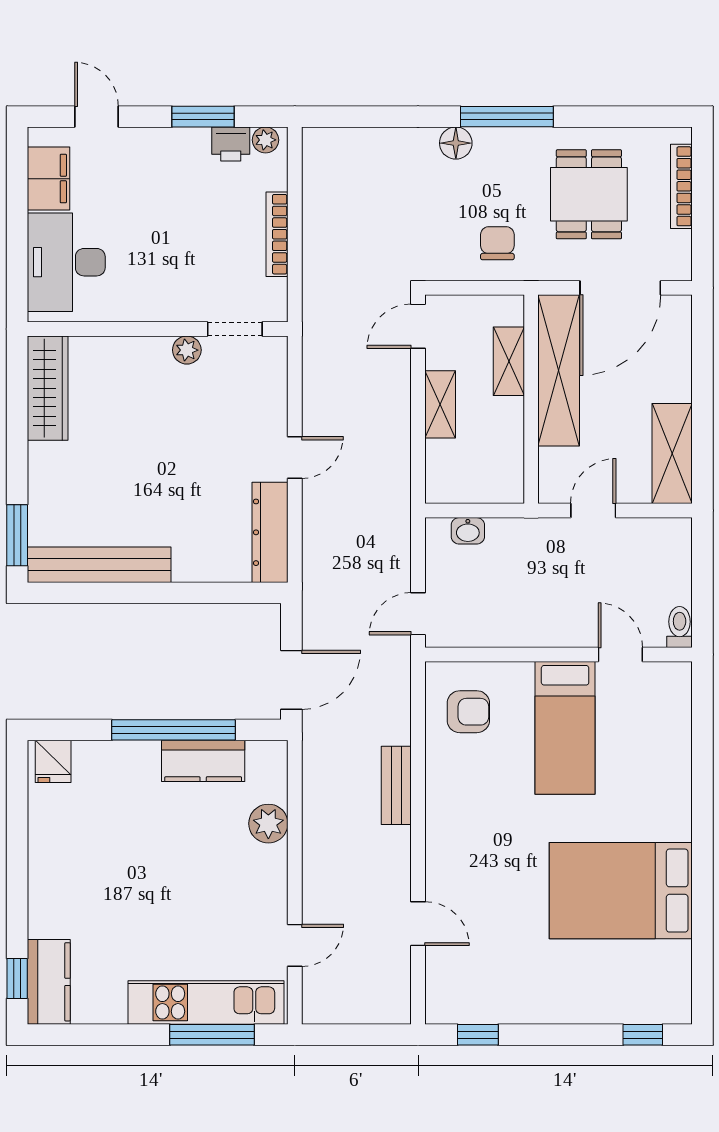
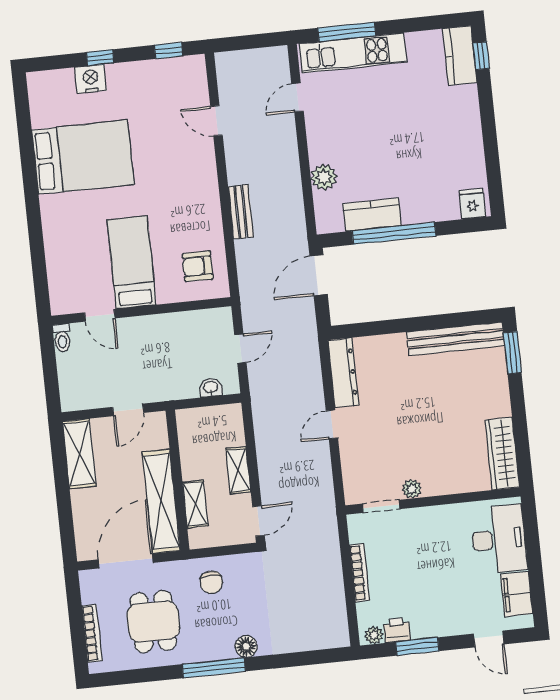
door: (418, 614) -> (240, 349), moved
nightstand: (597, 1005) -> (91, 79), added
window: (643, 1035) -> (100, 58), moved

